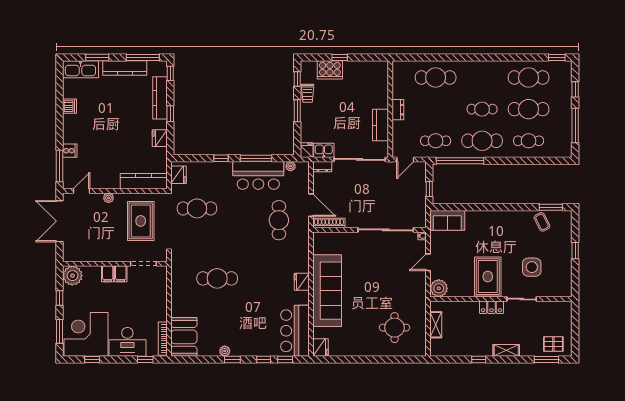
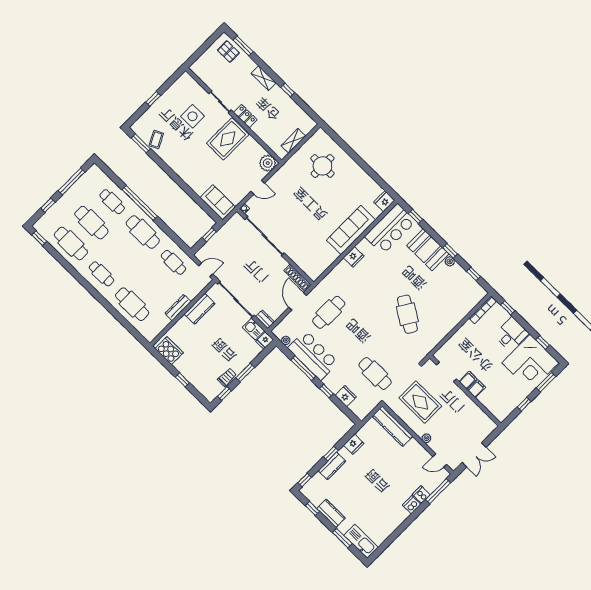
window: (143, 58) -> (312, 508), width x0.46
kitchen counter: (125, 68) -> (331, 513), width x0.67
cooker: (330, 70) -> (169, 351), moved
kitchen counter: (160, 98) -> (332, 466), width x0.67
dishwasher: (69, 106) -> (412, 505), moved
cafe table: (482, 109) -> (102, 274), moved
dresser: (398, 110) -> (178, 308), width x1.44
window: (460, 161) -> (140, 203), moved
fridge: (178, 175) -> (346, 396), moved, turned 90
double door: (59, 221) -> (474, 455), width x0.73
rug: (141, 221) -> (420, 402), turned 90
plant: (72, 276) -> (501, 410), removed
cafe table: (217, 278) -> (407, 314), turned 32
sofa: (327, 291) -> (351, 230), width x0.74, depth x0.79
booth: (184, 337) -> (428, 250), moved, turned 90
desk: (127, 342) -> (511, 334), width x0.73
window: (264, 359) -> (474, 274), moved

